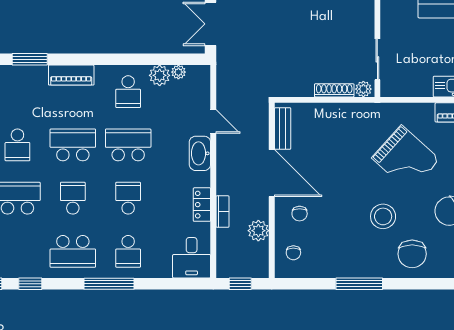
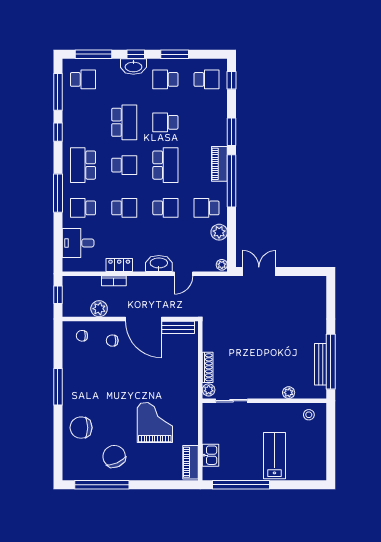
window: (93, 59) -> (232, 181), added
plant: (178, 72) -> (222, 265), moved
school desk: (128, 145) -> (165, 208), width x0.54
grand piano: (406, 159) -> (155, 423), turned 138
door: (272, 173) -> (143, 319), hinge flipped
stool: (383, 216) -> (110, 405), removed
desk: (192, 258) -> (78, 243), moved

